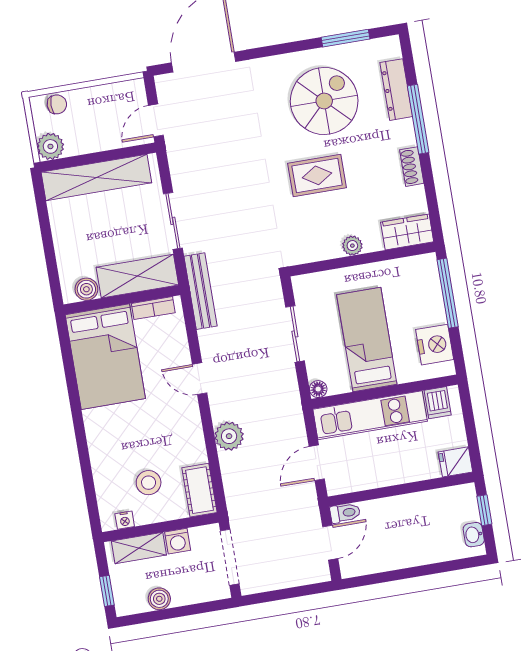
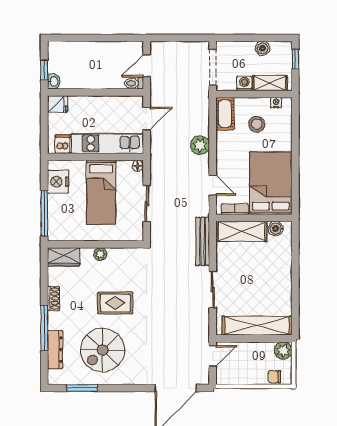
shelving: (137, 276) -> (241, 231), moved
boiler: (86, 289) -> (276, 229), moved
wall: (122, 300) -> (254, 218), moved
bookcase: (153, 308) -> (235, 209), moved
bed: (105, 357) -> (271, 183), moved
washbasin: (474, 535) -> (54, 81), moved

